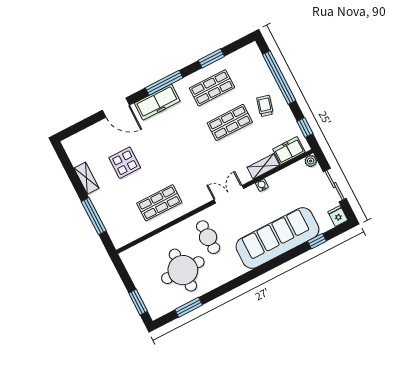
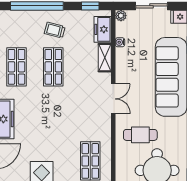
water cooler: (262, 185) -> (120, 42), moved
double door: (229, 194) -> (113, 99), swing flipped

